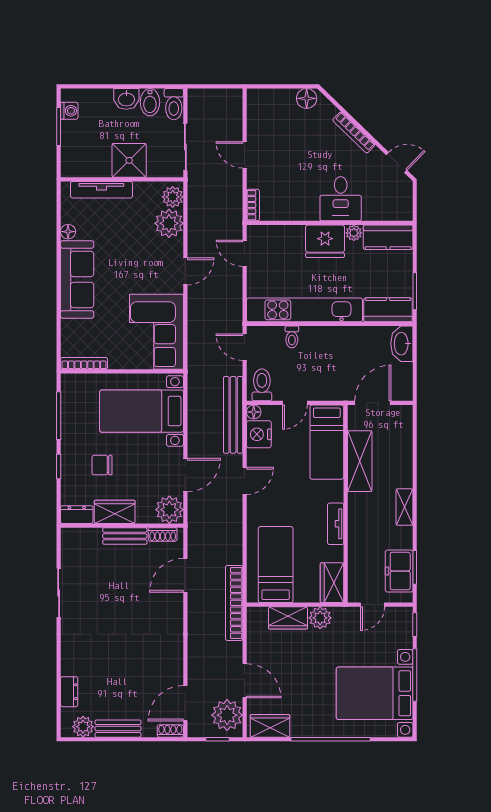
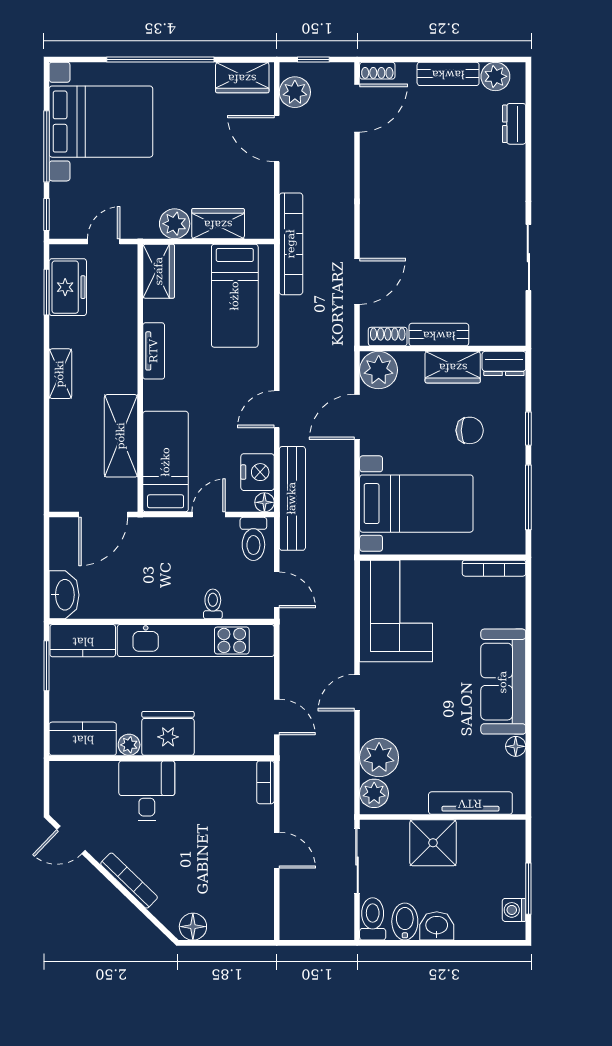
plant: (227, 715) -> (295, 92), width x0.73, depth x0.73

